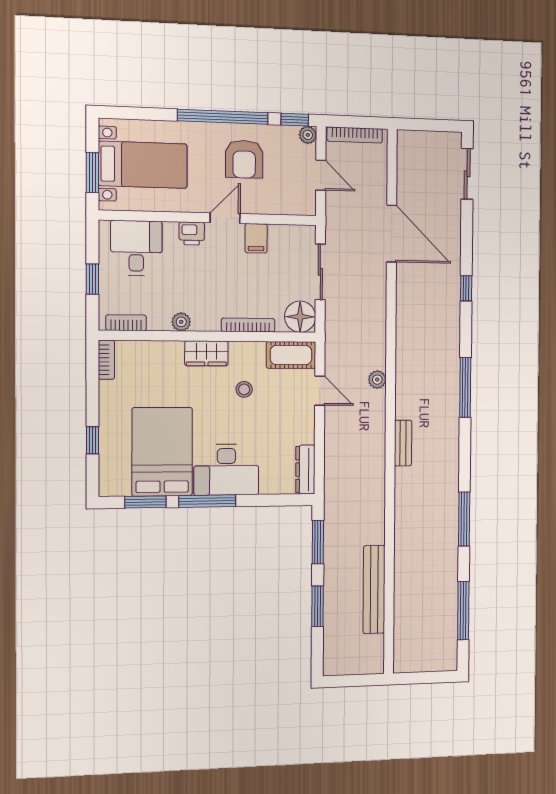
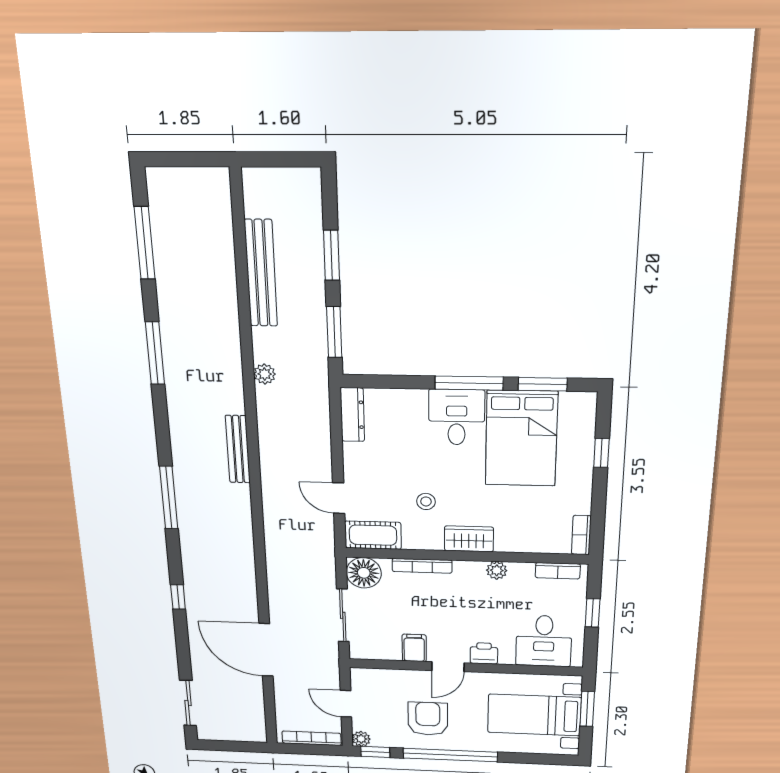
plant: (377, 380) -> (265, 374), moved
bench: (403, 443) -> (238, 449), width x1.36
desk: (226, 470) -> (457, 417), width x0.73

